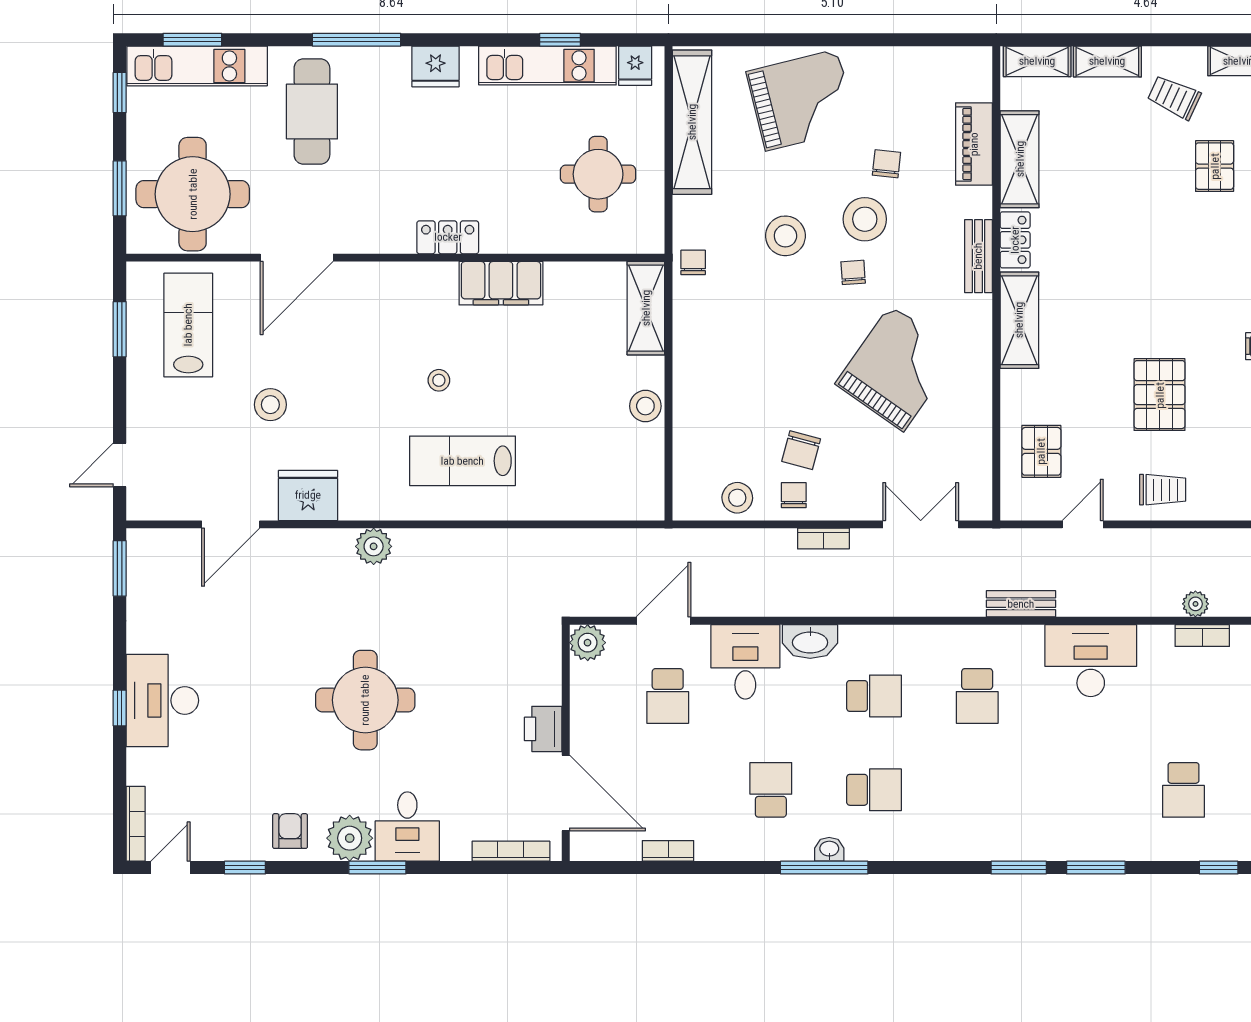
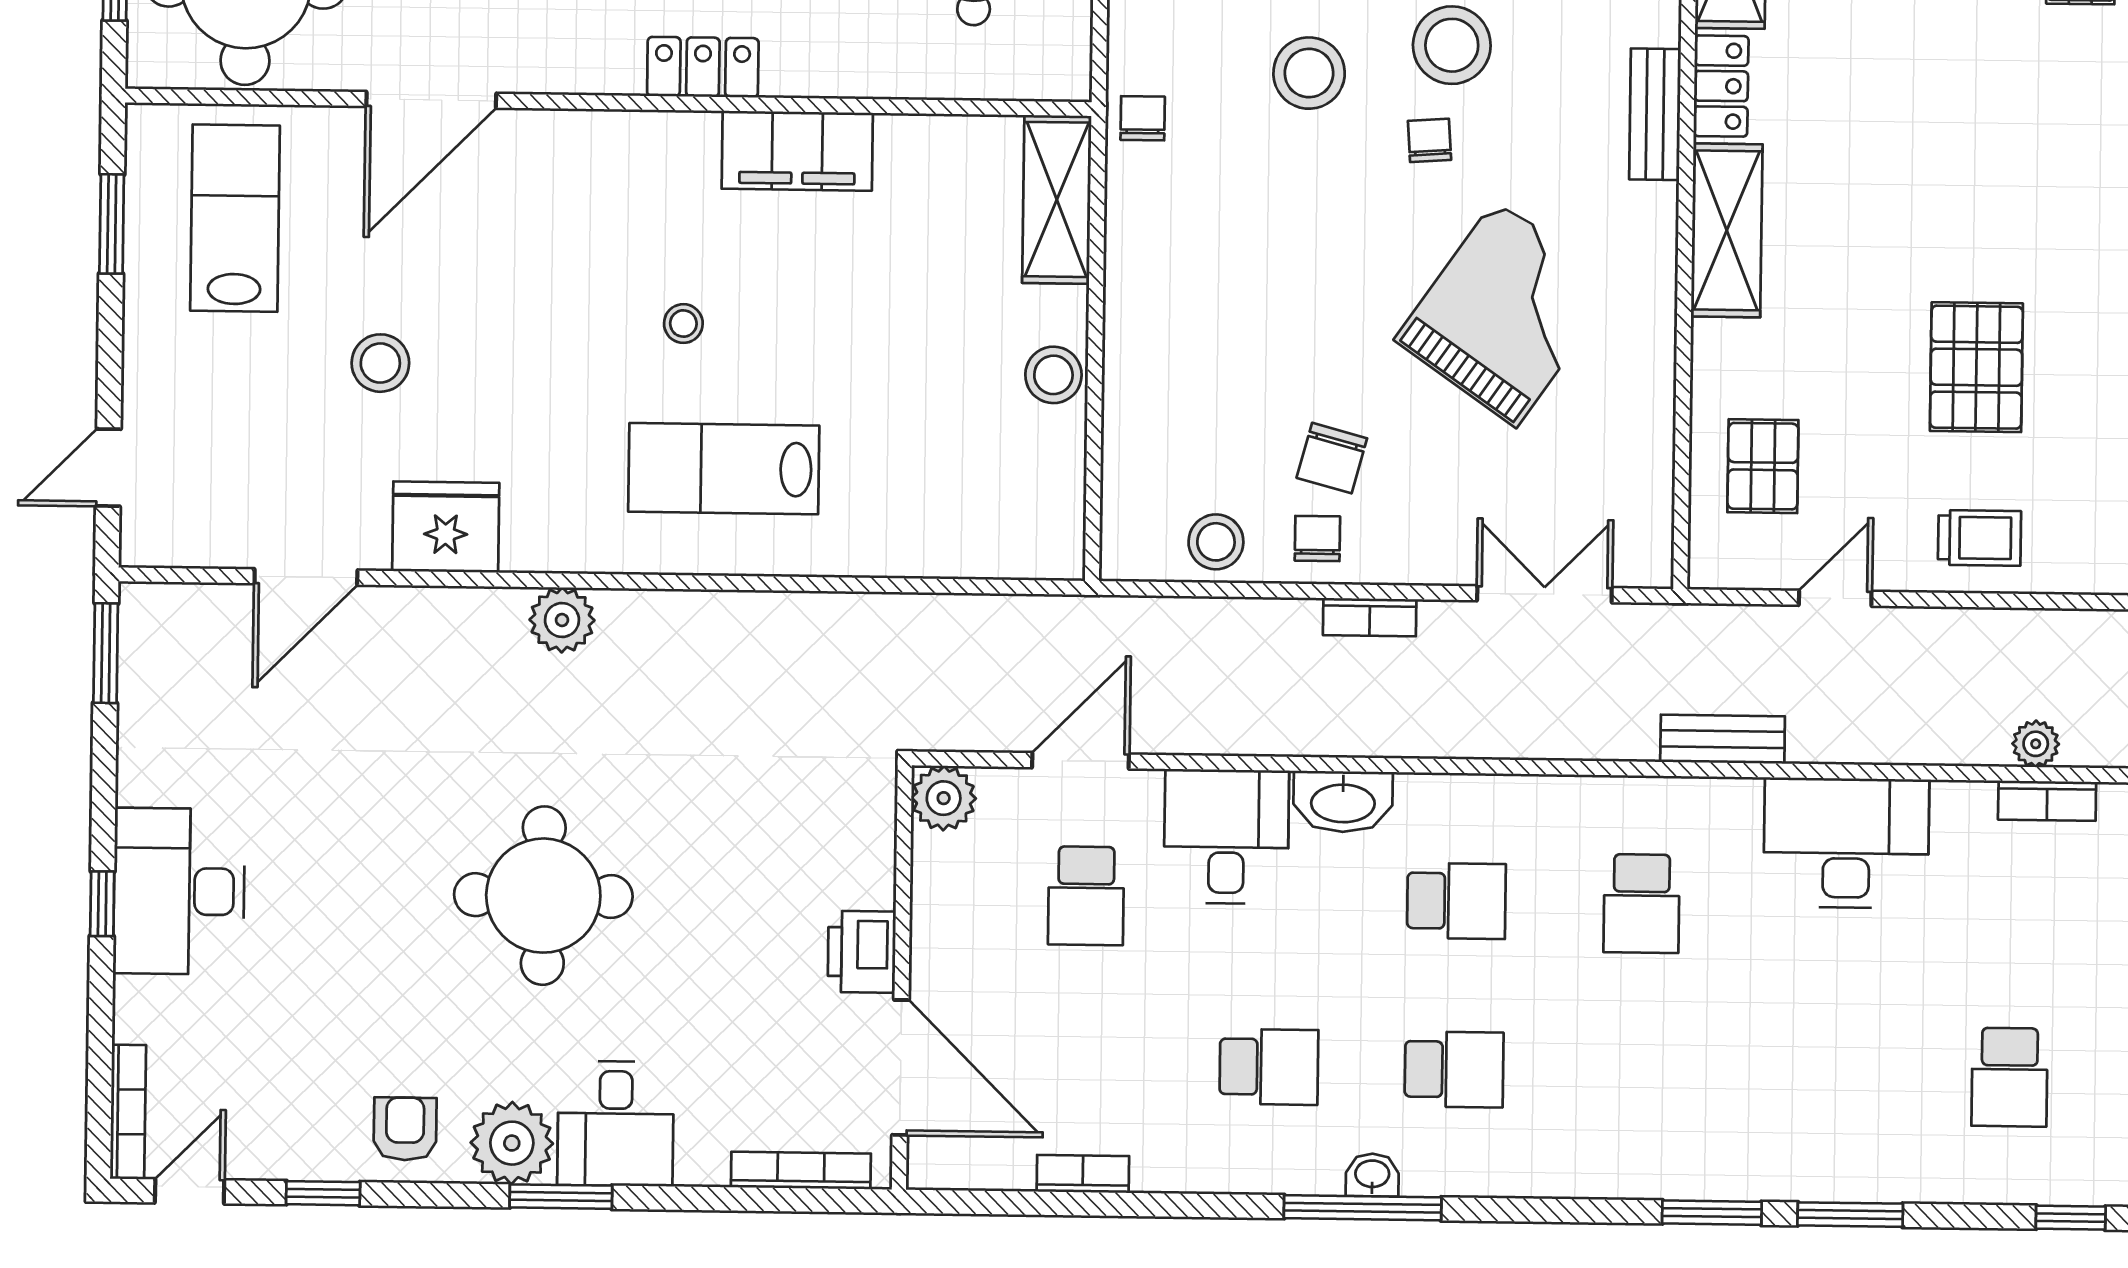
school desk: (771, 790) -> (1269, 1067), turned 90

